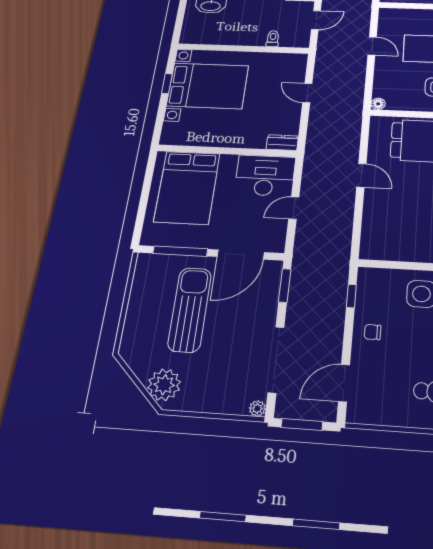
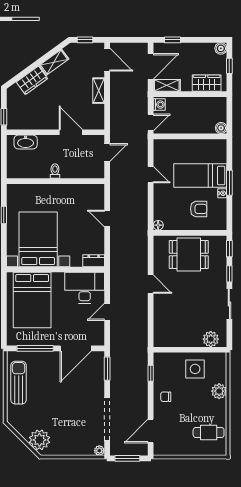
toilet: (273, 39) -> (55, 171), moved
bed with nightstands: (208, 86) -> (38, 239), moved, turned -90
sun lounger: (190, 309) -> (19, 383), moved, width x0.73, depth x0.75

